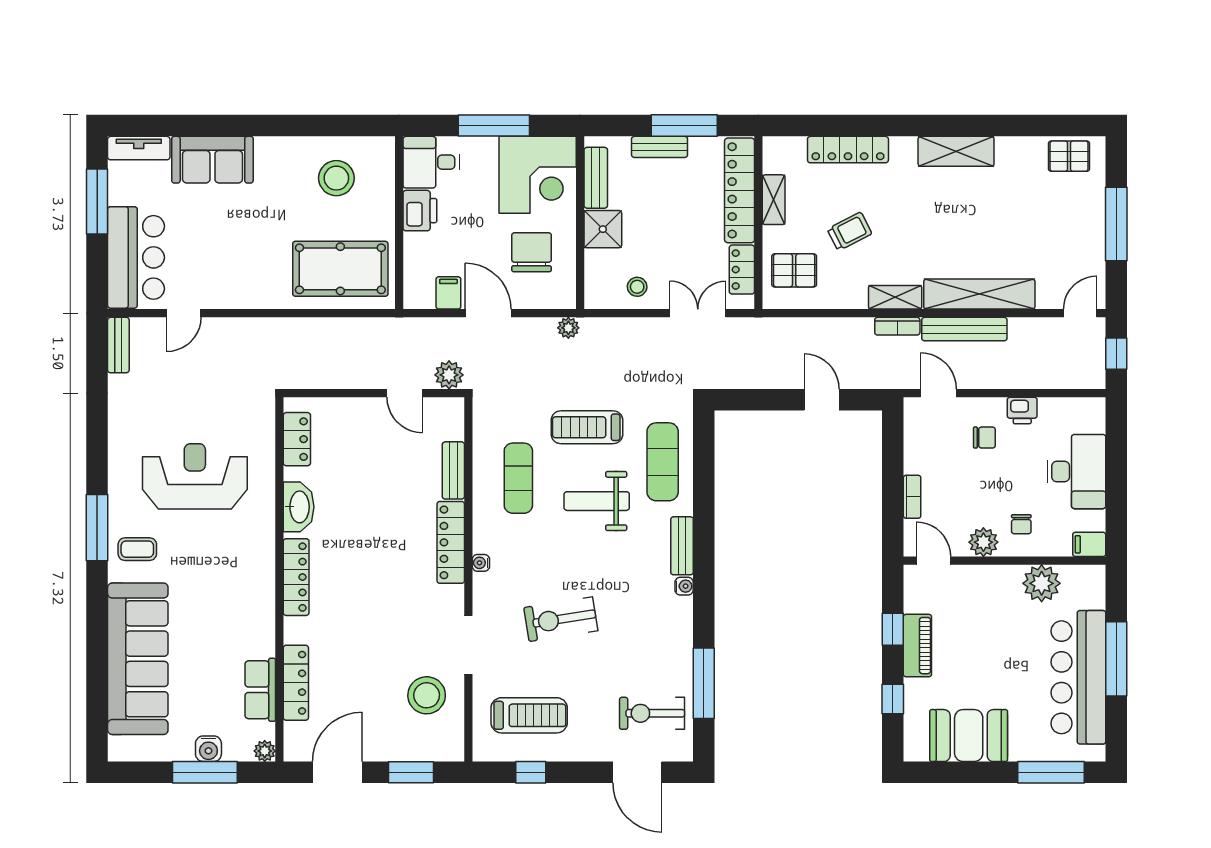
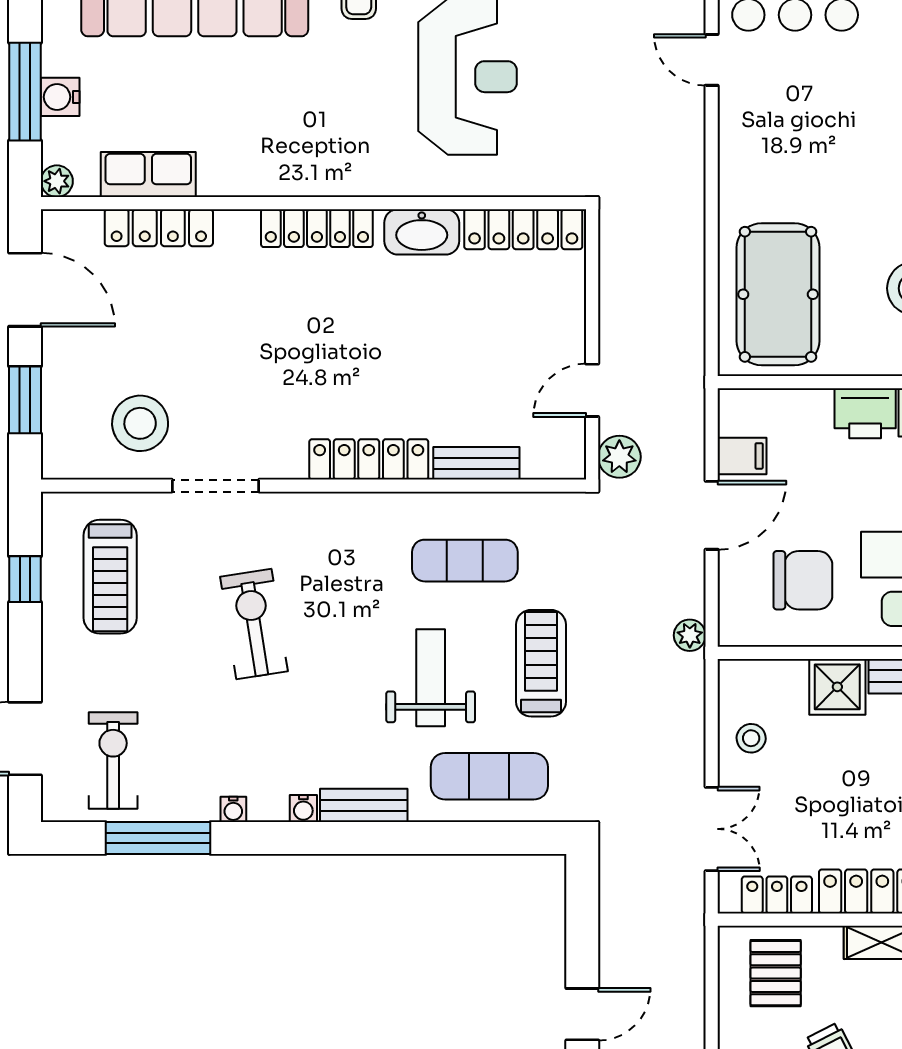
locker: (297, 439) -> (523, 229), width x1.53
water cooler: (481, 563) -> (233, 809), moved, turned 180

